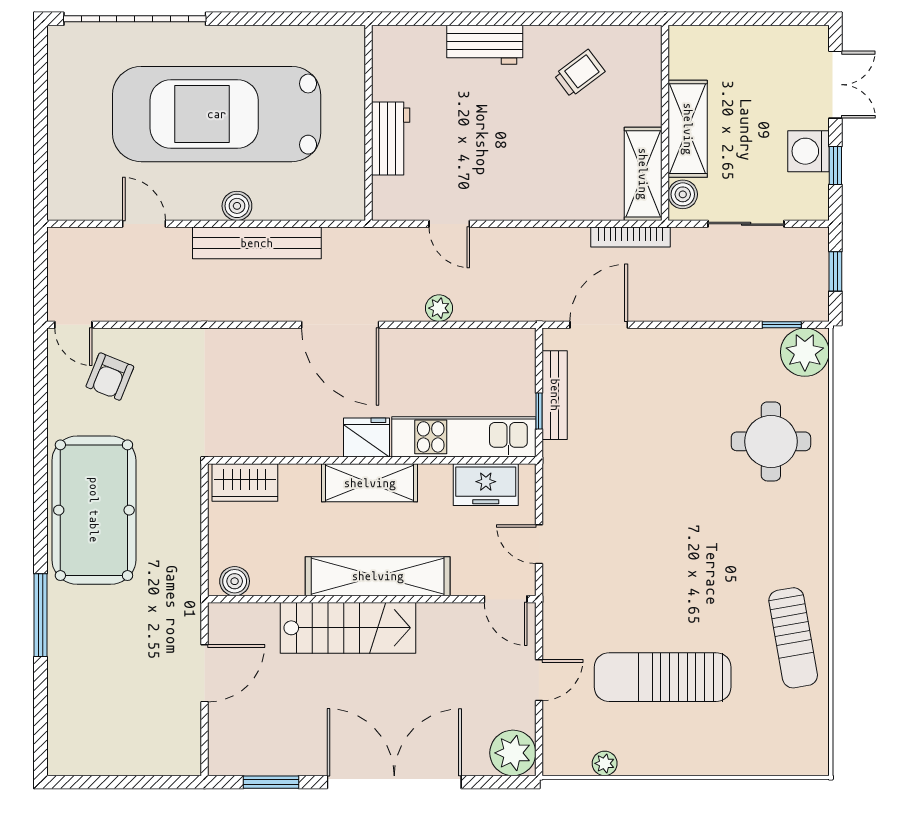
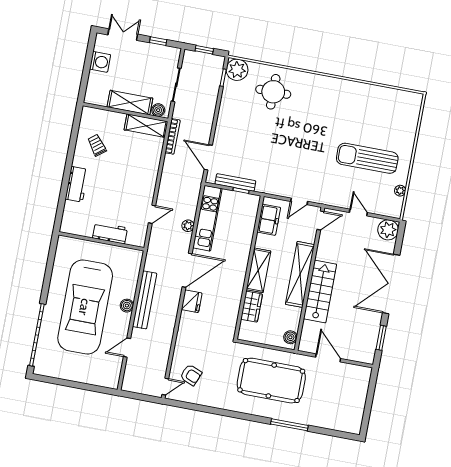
washing machine: (809, 151) -> (100, 62), moved, turned -90
kitchen unit: (464, 437) -> (207, 218), moved, turned 180
fridge: (366, 438) -> (192, 301), moved, turned 180
wardrobe: (245, 482) -> (252, 307), moved
pool table: (94, 510) -> (271, 381), moved
sun lounger: (793, 638) -> (361, 98), removed
sun lounger: (663, 677) -> (367, 158), turned 90

